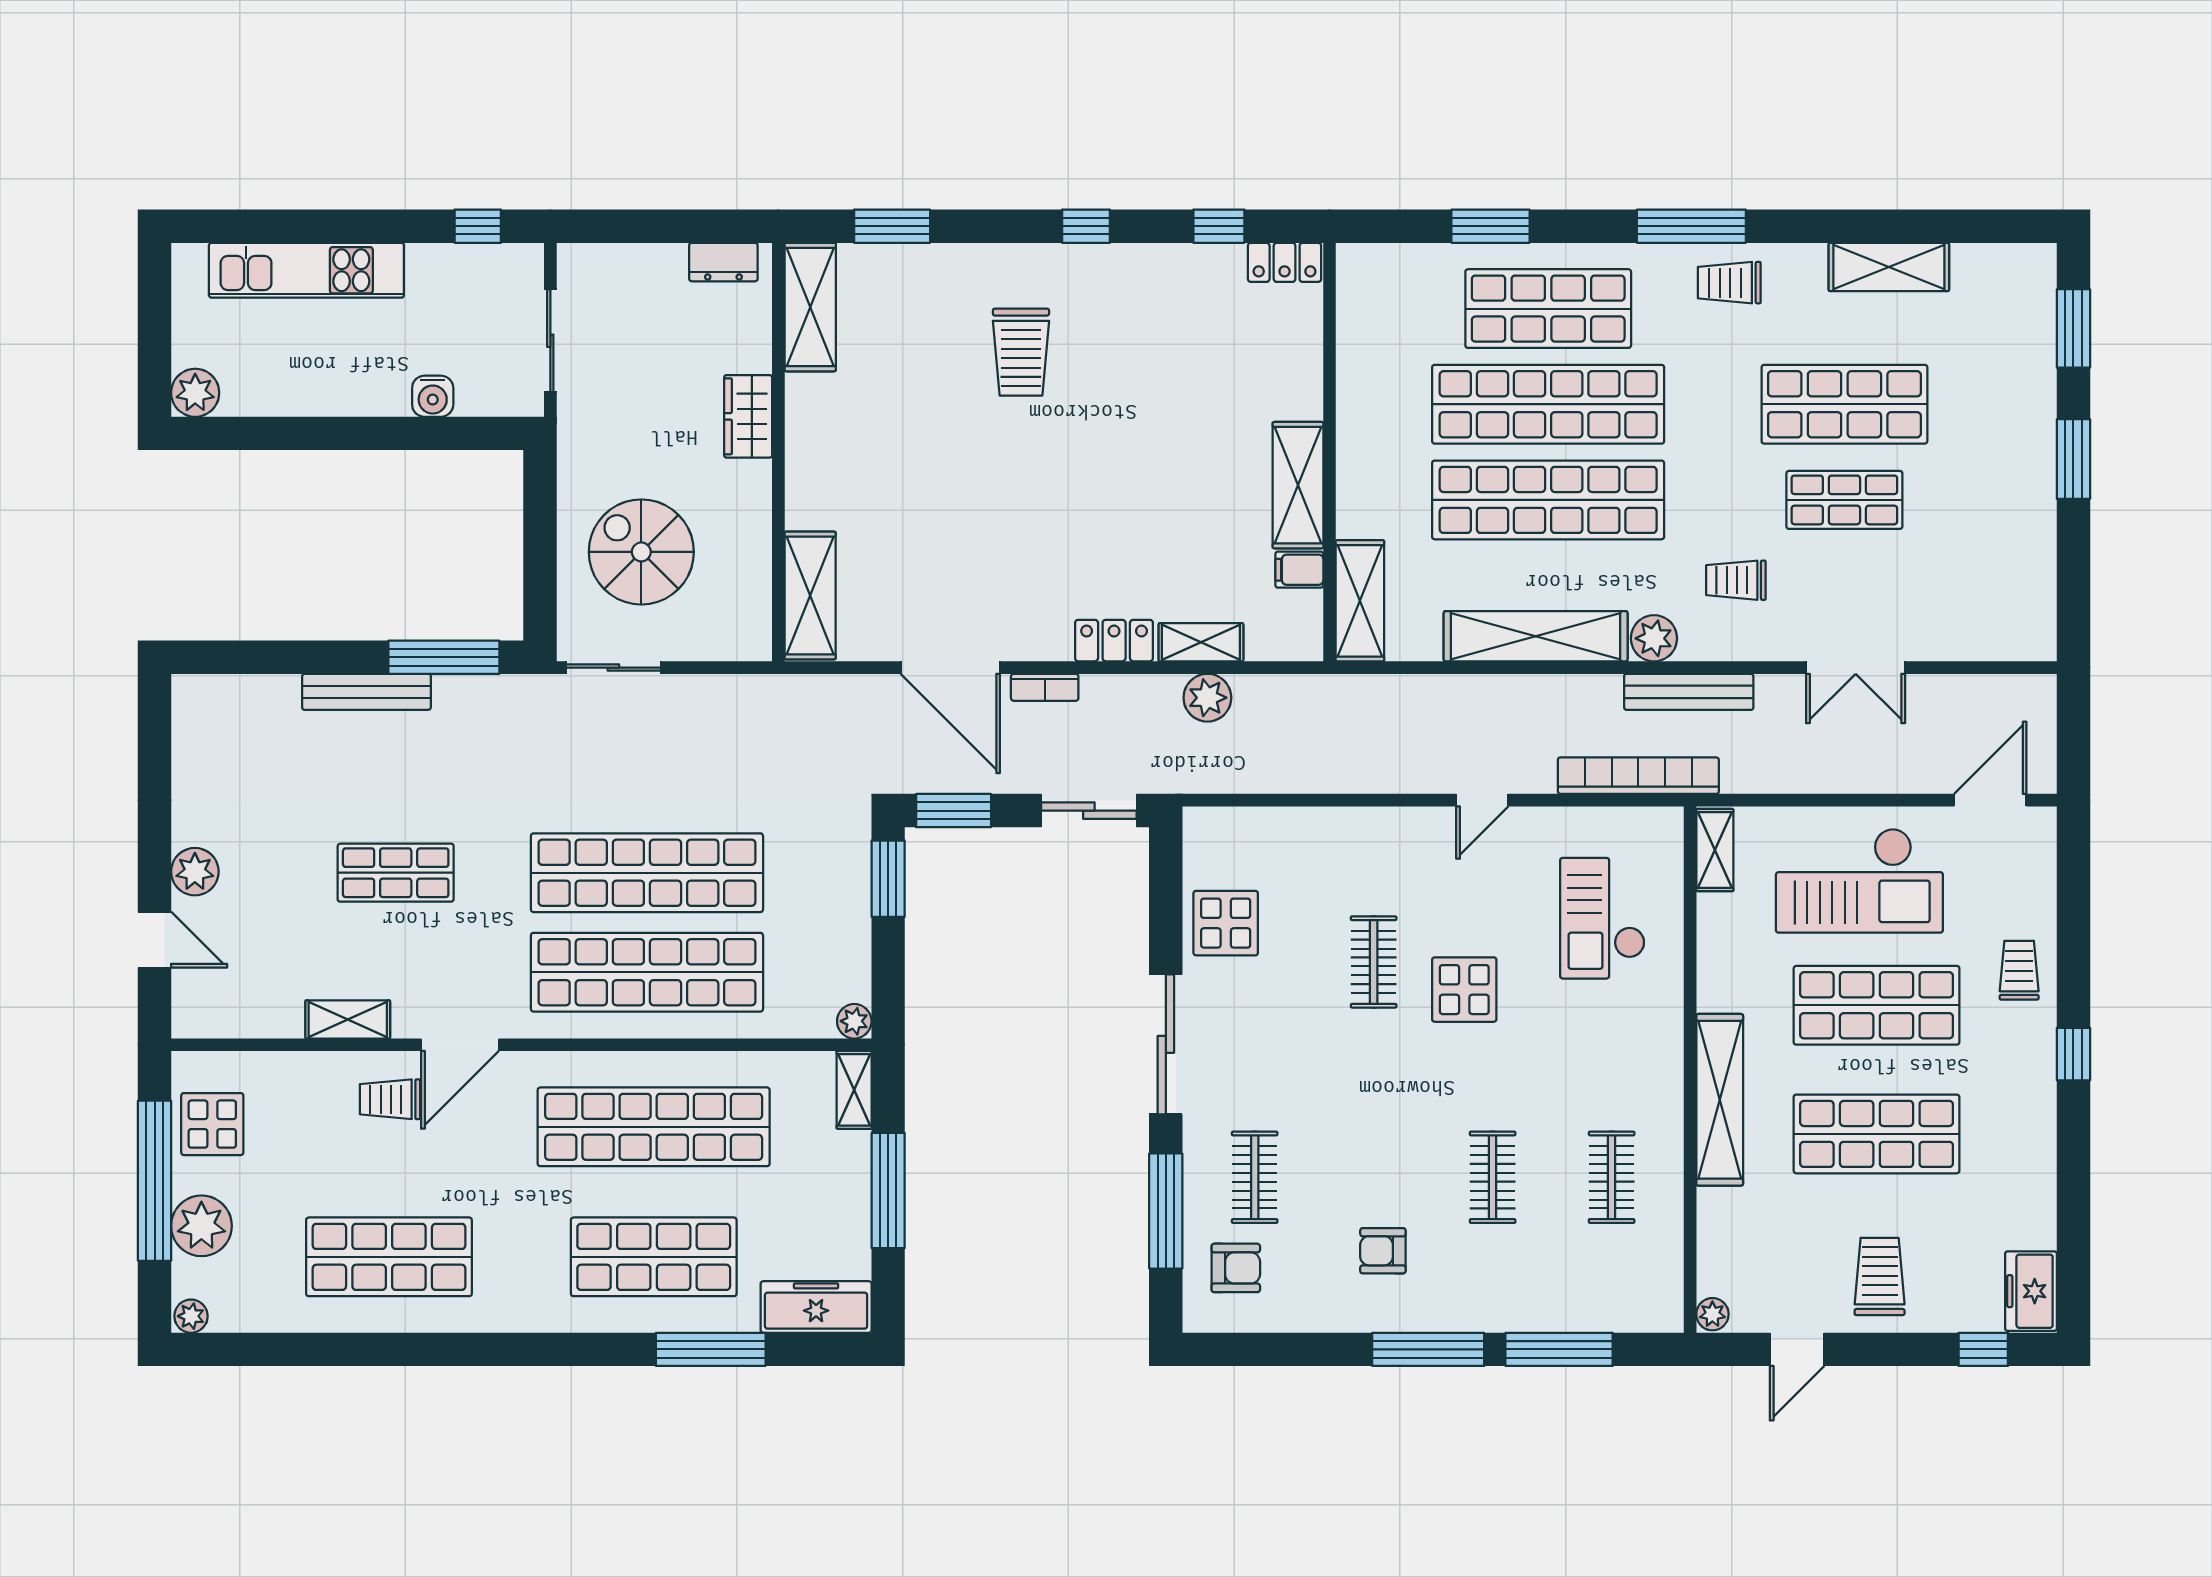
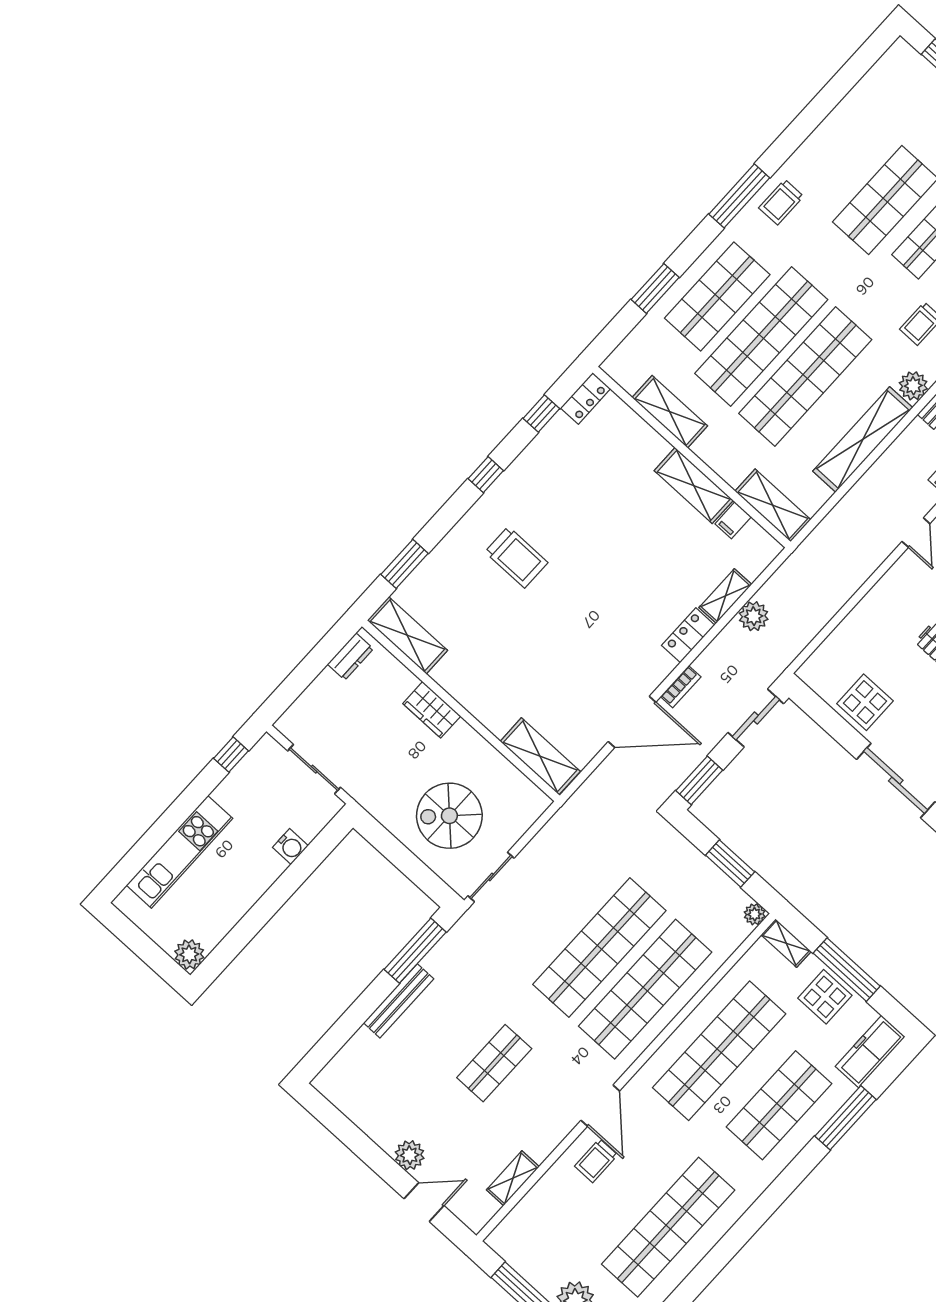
shelving: (1889, 267) -> (670, 412), moved, turned 90
window: (888, 879) -> (730, 863), moved
shelving: (348, 1019) -> (513, 1178), moved
display table: (212, 1124) -> (825, 997), moved
shop shelf: (389, 1257) -> (668, 1227), width x1.40

